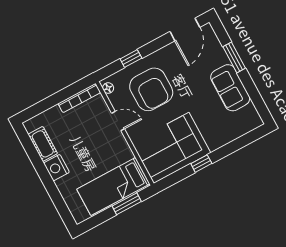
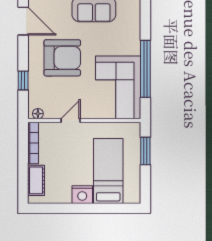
armchair: (151, 89) -> (62, 58), moved
cot: (43, 144) -> (36, 180), moved, turned 90
window: (201, 164) -> (145, 69), width x3.17
bed: (113, 187) -> (108, 171), moved, turned 180

